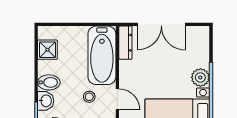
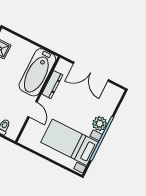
dresser: (125, 43) -> (52, 85), moved
stool: (89, 97) -> (13, 97), removed

